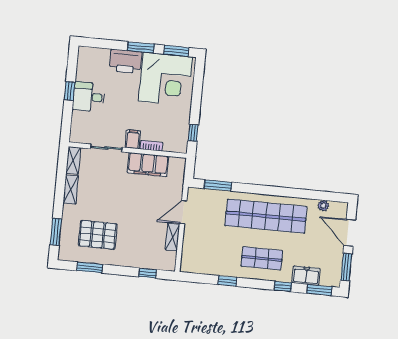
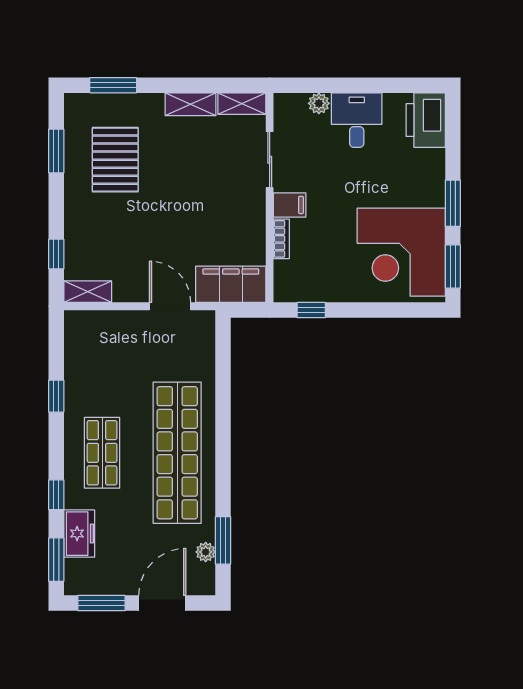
printer: (126, 61) -> (426, 120), moved
window: (70, 91) -> (364, 85), removed
plant: (77, 117) -> (319, 103), added
filing cabinet: (148, 165) -> (231, 284), moved, turned 90
window: (218, 185) -> (223, 540), moved
shelving: (172, 237) -> (88, 292), moved

